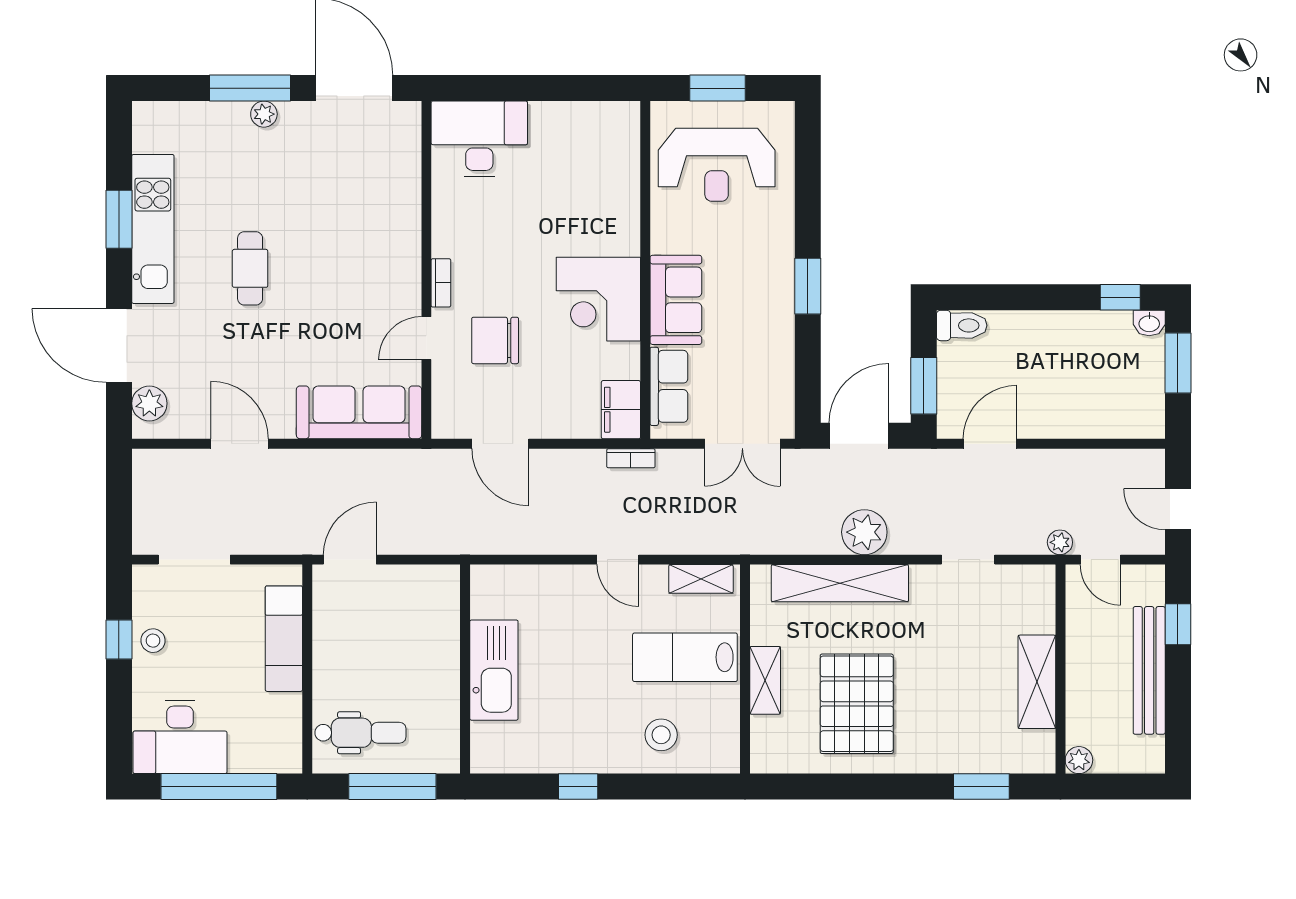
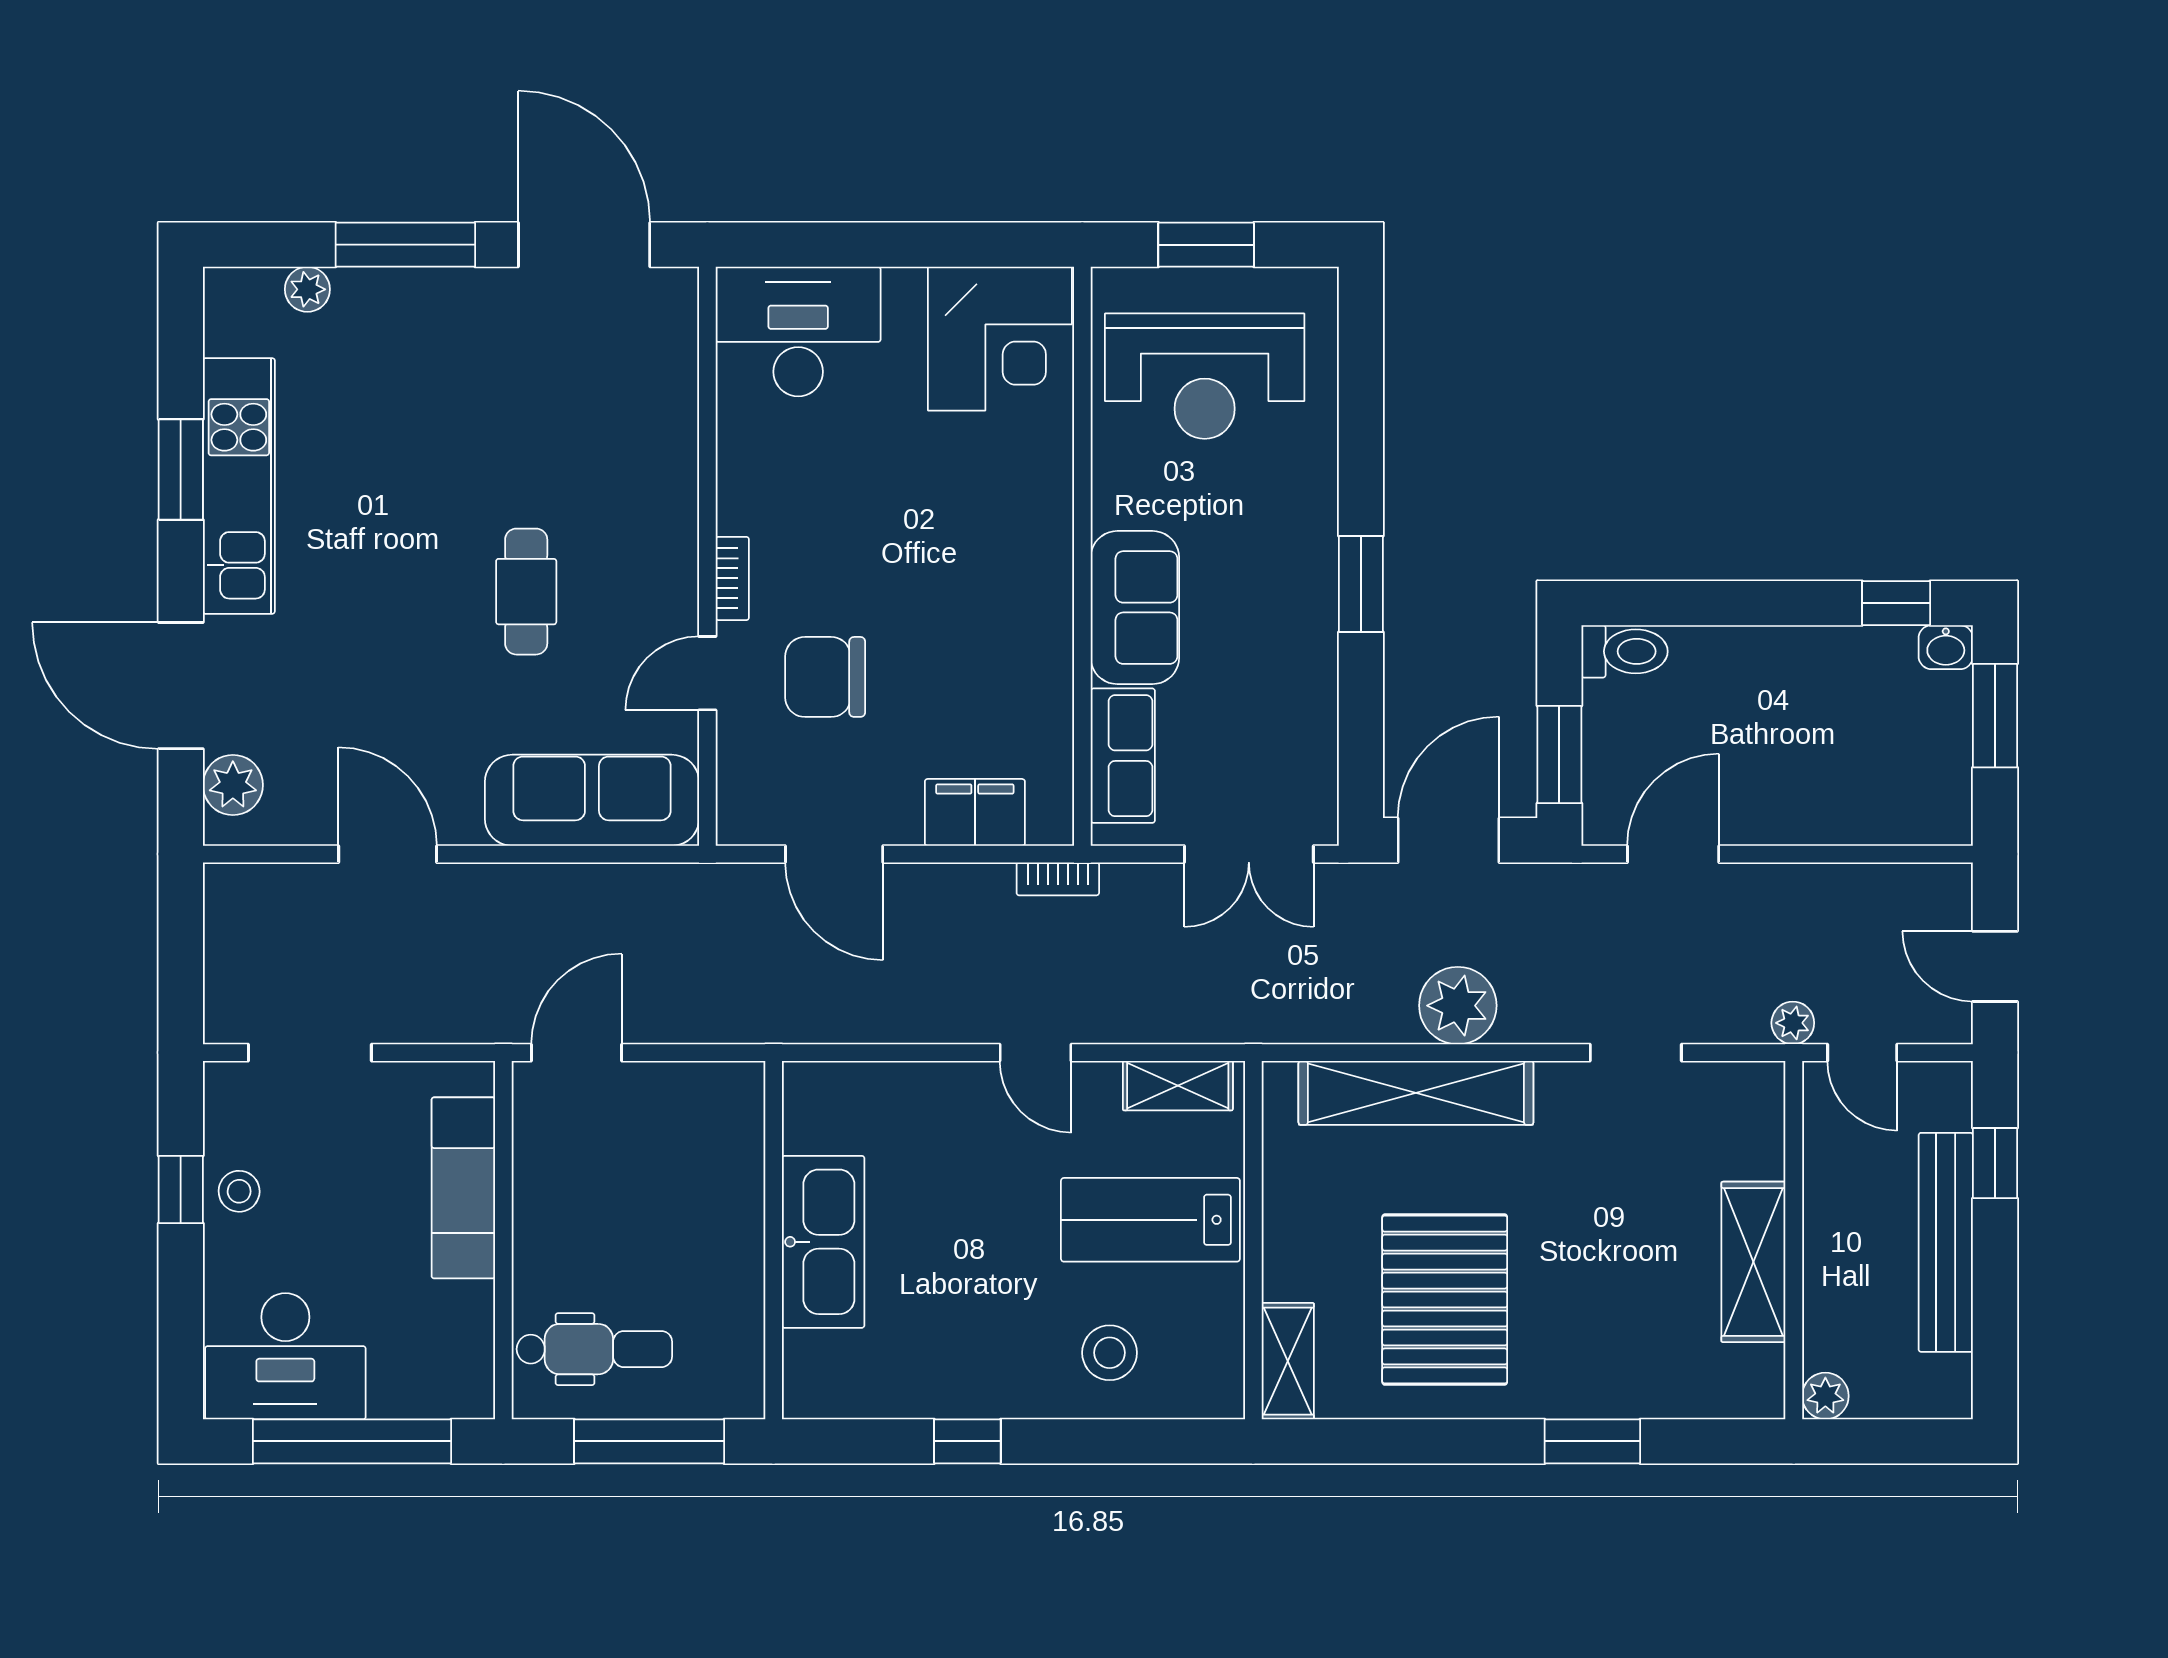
plant: (264, 114) -> (307, 289), moved
cafe table: (250, 268) -> (526, 592), moved
corner desk: (598, 299) -> (1000, 339), moved, turned -90
filing cabinet: (621, 410) -> (975, 812), moved, turned 90
shelving: (765, 680) -> (1288, 1361), moved
window: (981, 787) -> (1592, 1441), moved

